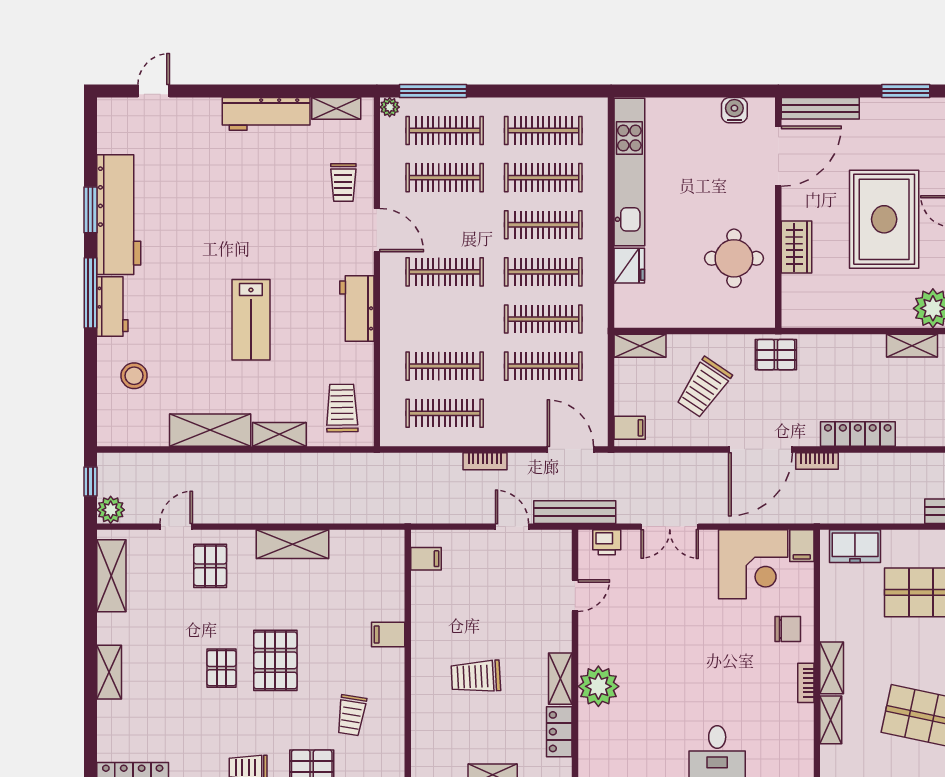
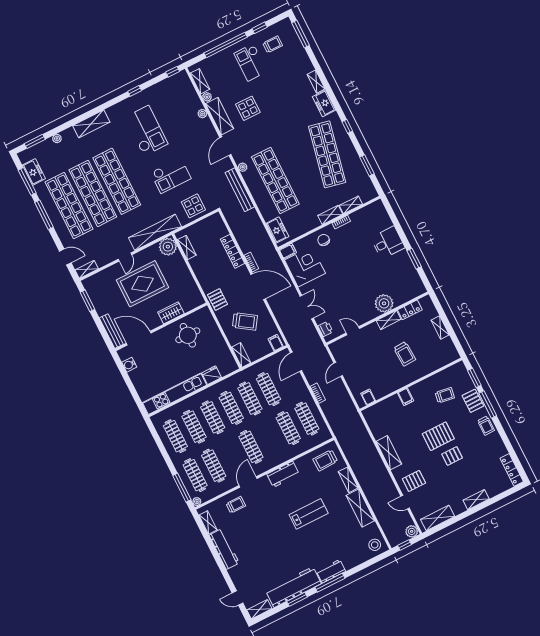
shelving: (109, 123) -> (259, 609), added
stool: (134, 376) -> (375, 545), moved
bench: (575, 512) -> (320, 348), removed

